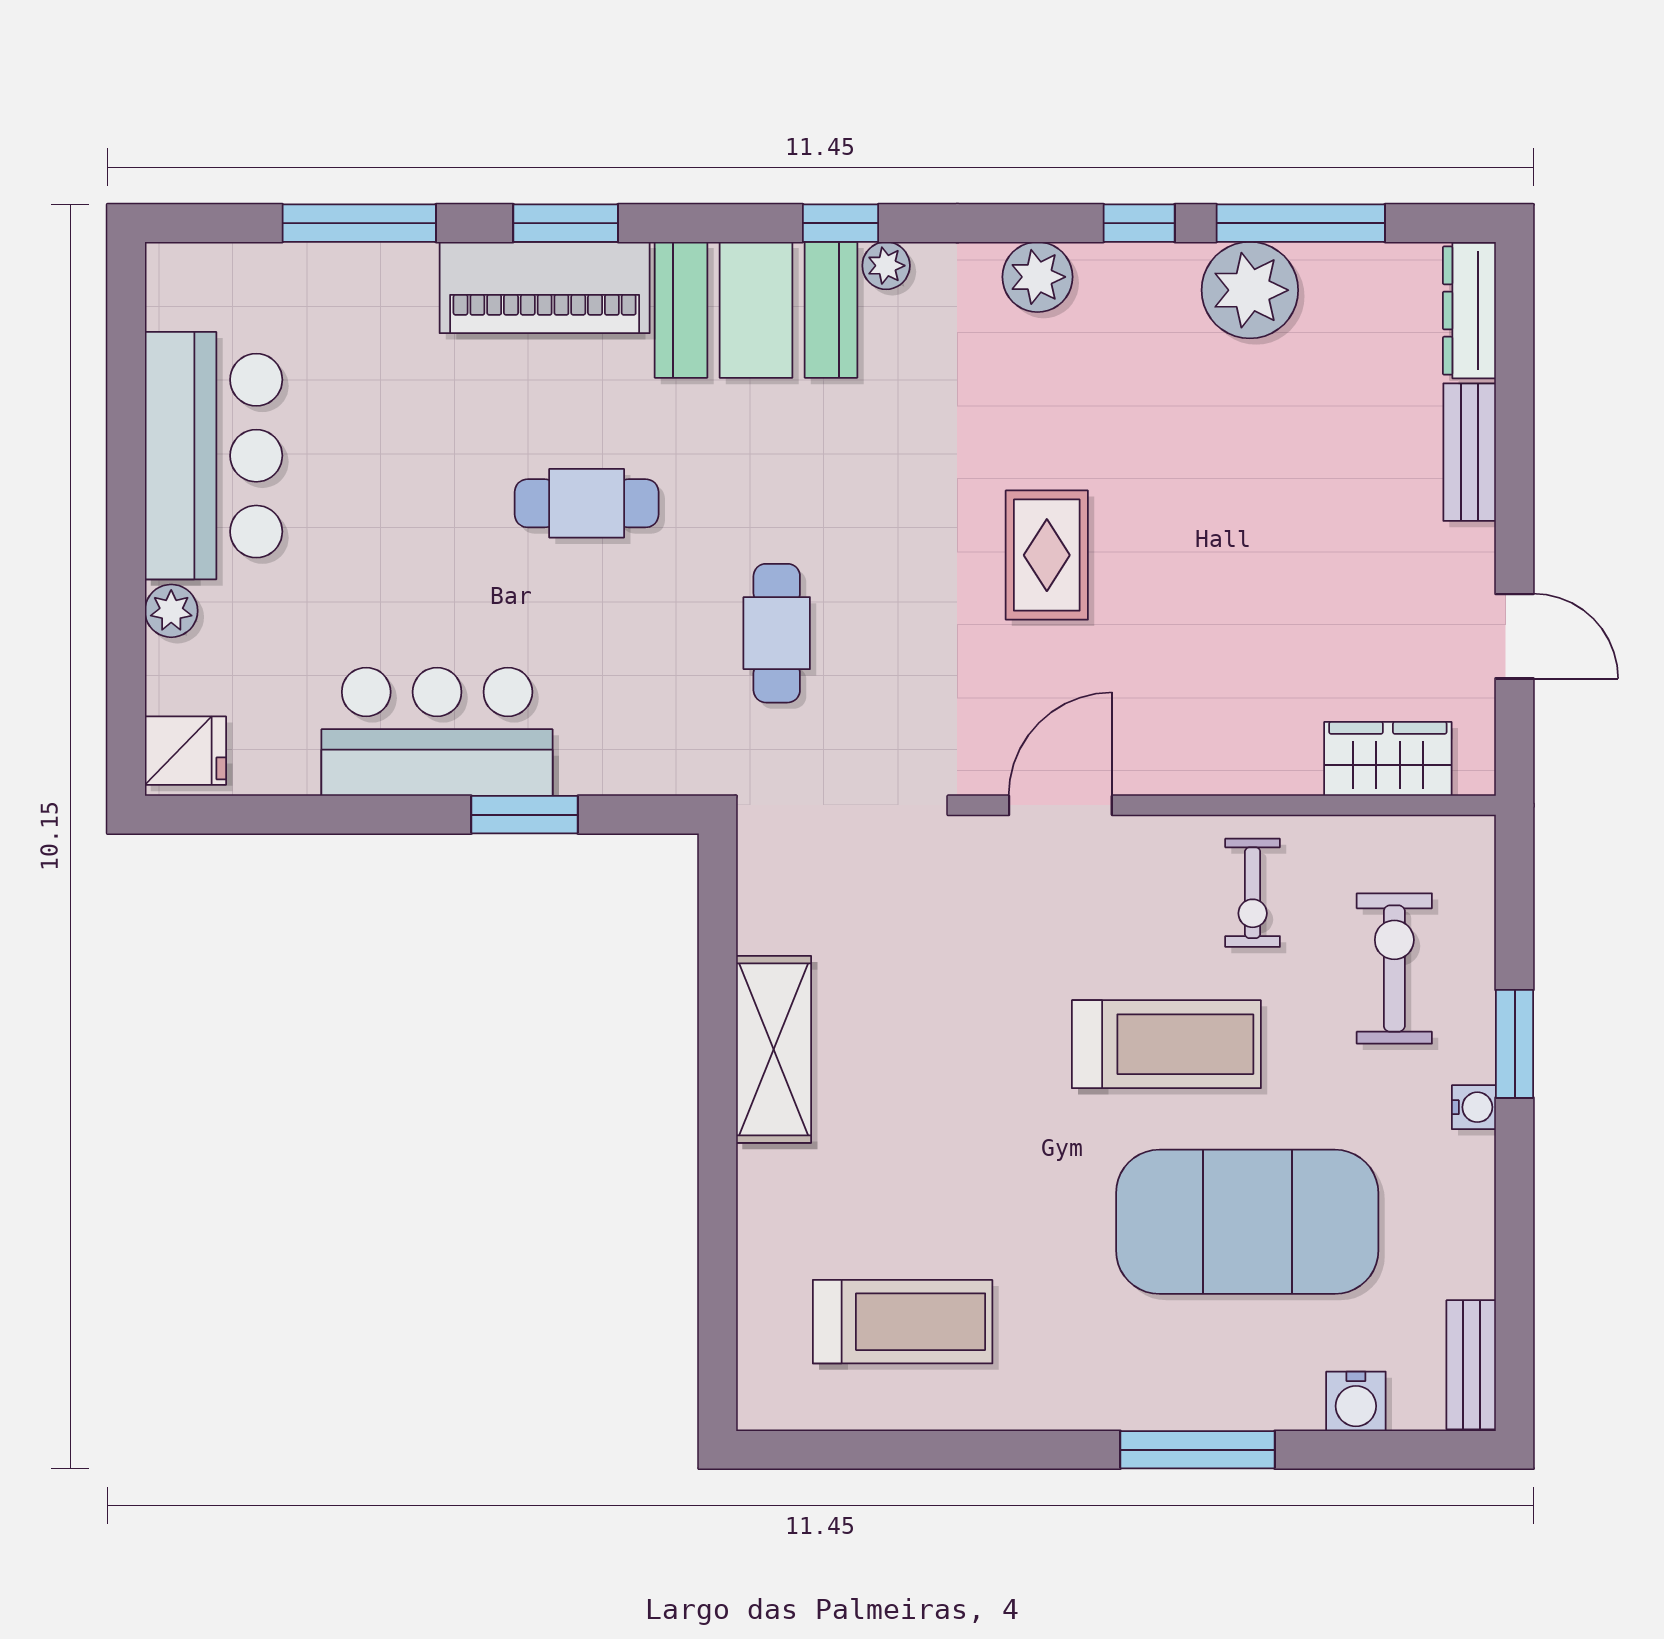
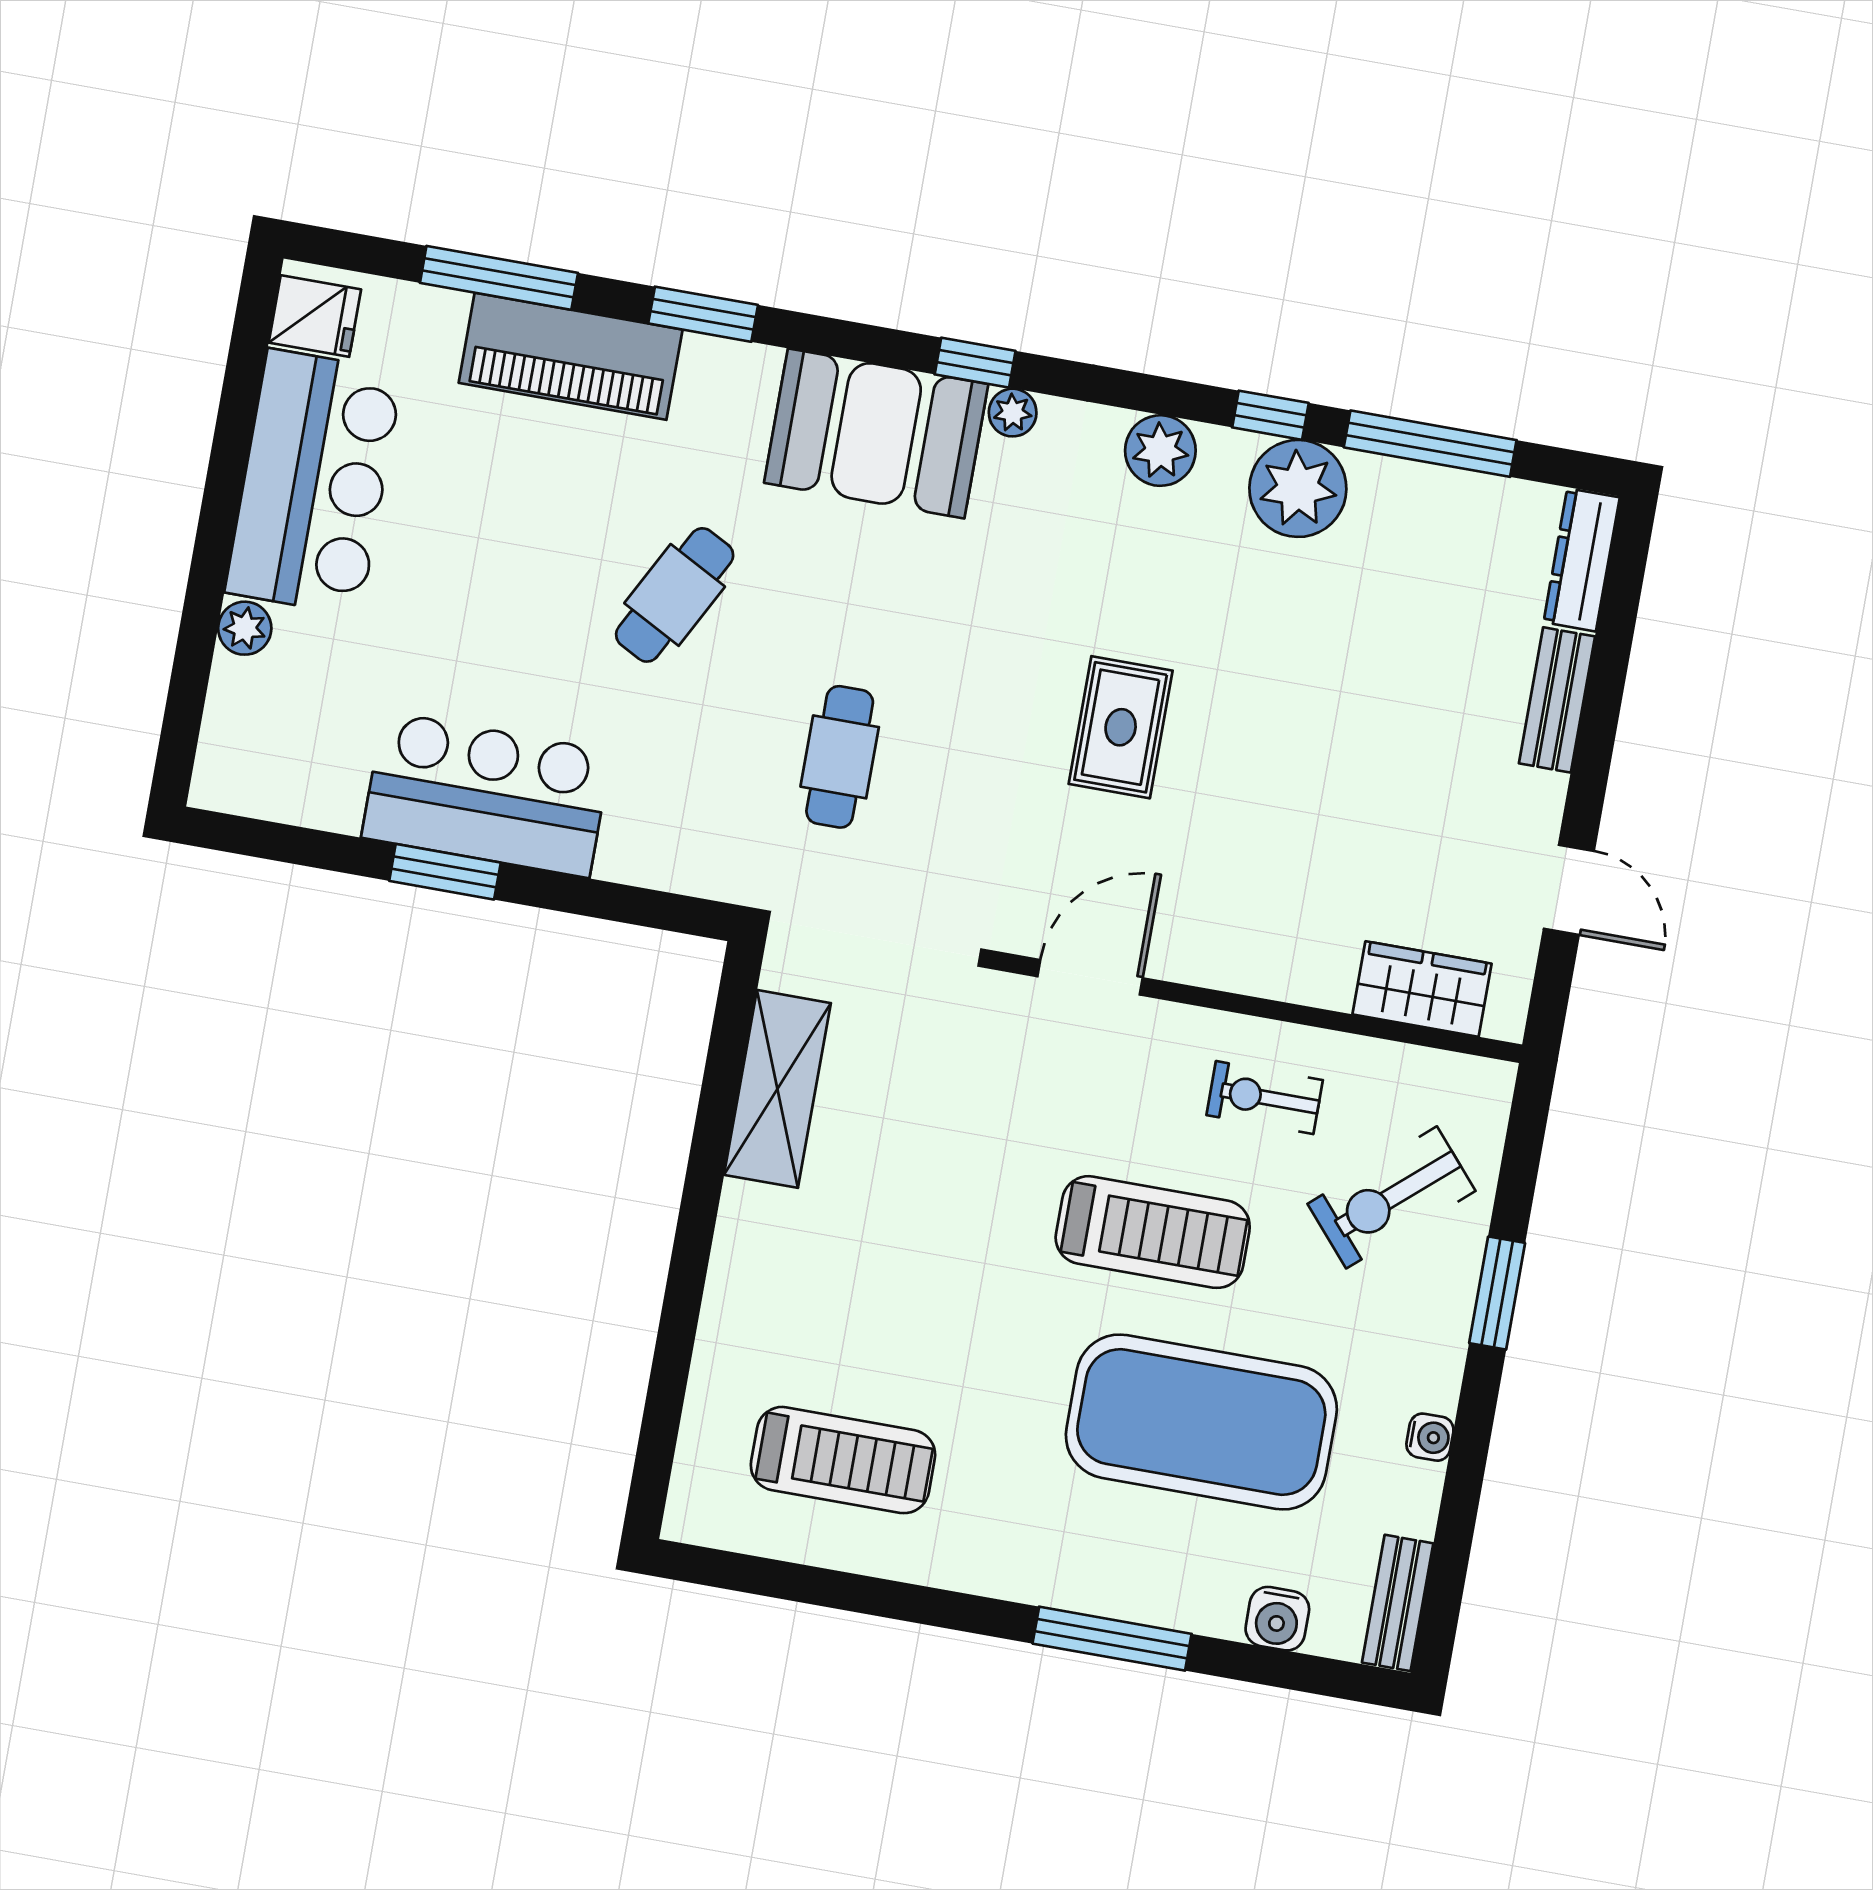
piano: (545, 287) -> (571, 356), moved
plant: (1250, 290) -> (1298, 488), moved
cafe table: (587, 503) -> (675, 595), turned -62
fridge: (186, 751) -> (315, 316), moved
window: (525, 815) -> (445, 872), moved
exercise bike: (1253, 893) -> (1265, 1098), turned 90
exercise bike: (1394, 968) -> (1391, 1197), turned -131
shelving: (774, 1049) -> (777, 1089), moved
water cooler: (1474, 1107) -> (1430, 1437), moved

